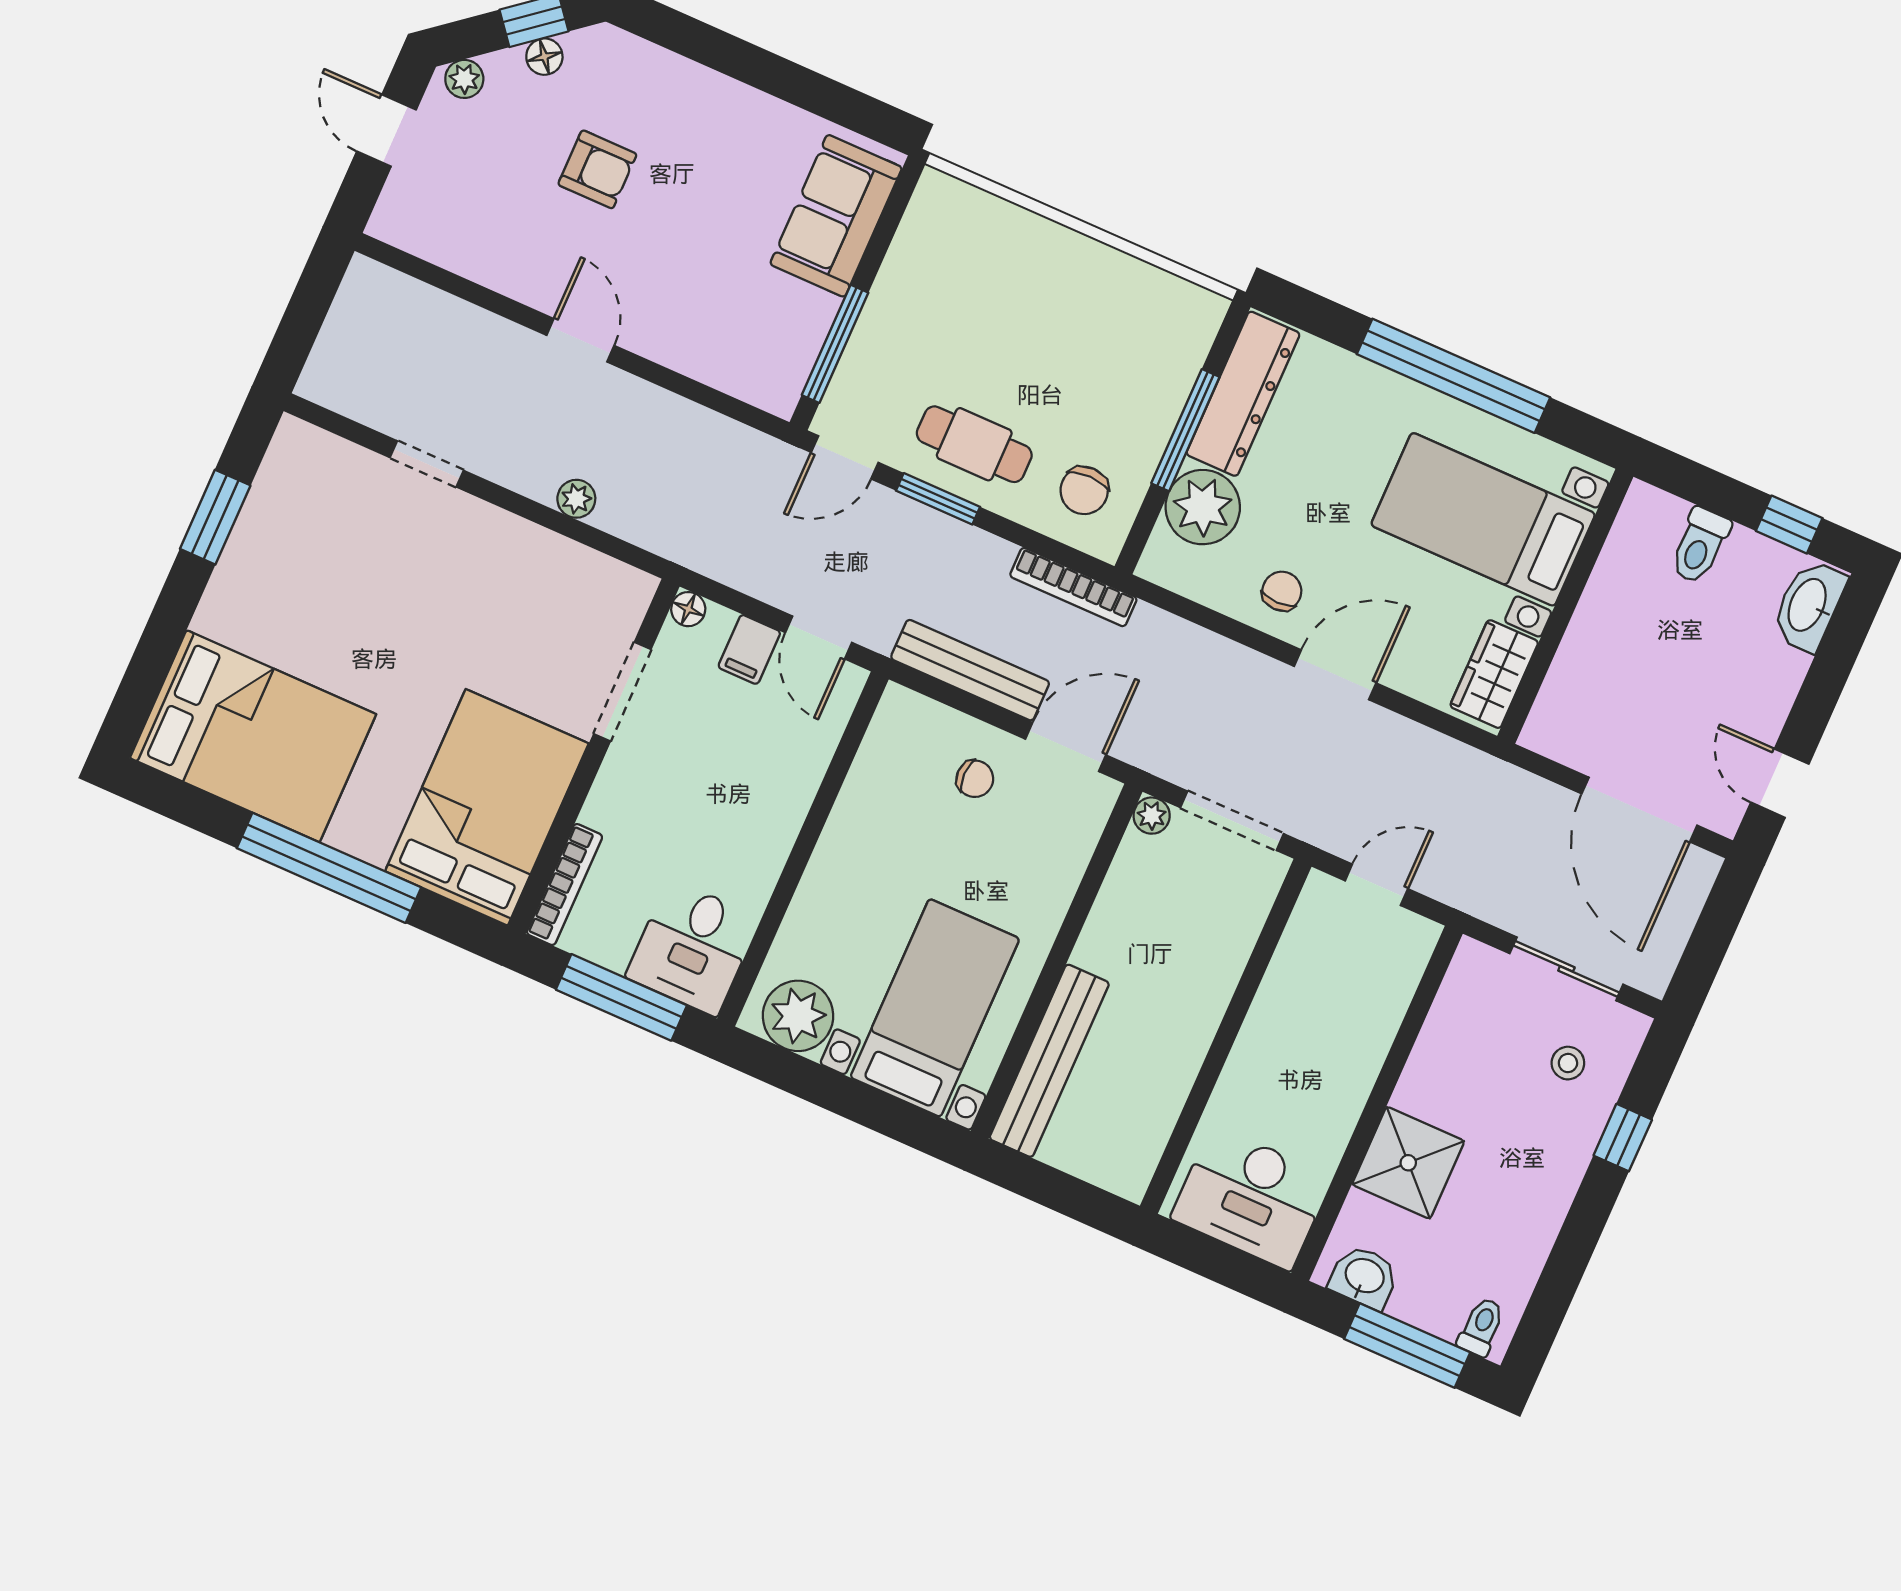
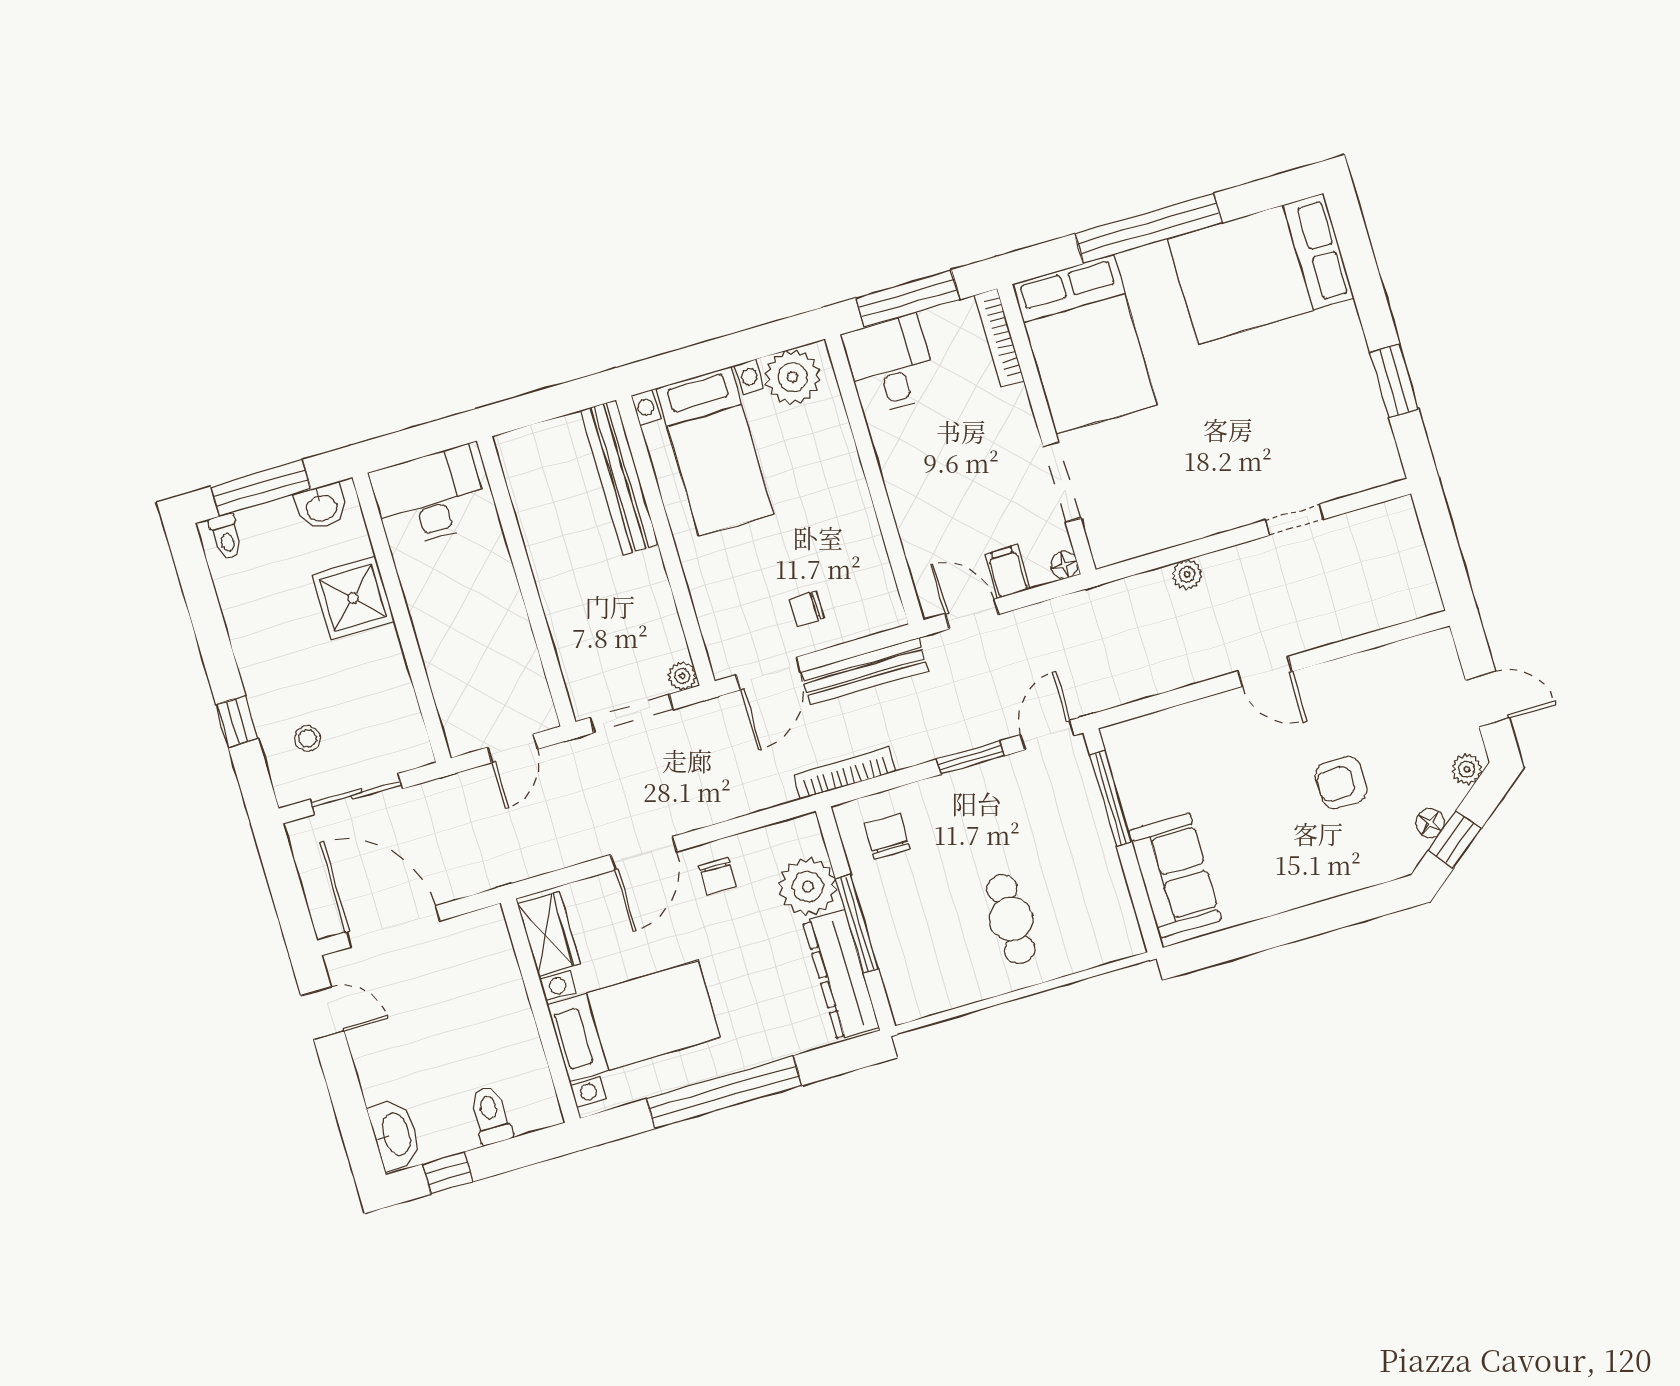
cafe table: (974, 444) -> (1011, 919), moved, turned 90

